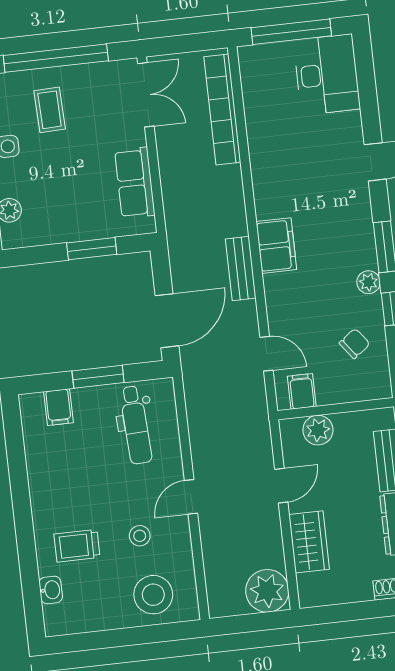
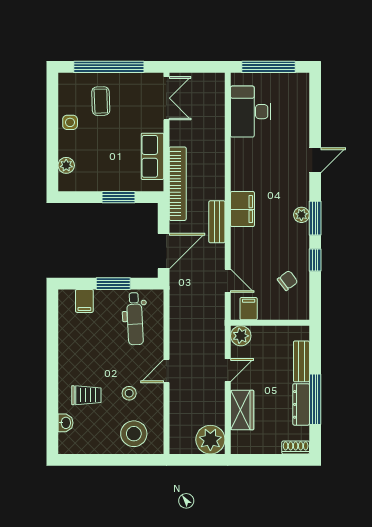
desk: (327, 75) -> (251, 112), moved, turned 180
bookcase: (222, 110) -> (178, 184), moved, turned 180
plant: (368, 282) -> (301, 215), moved
plant: (318, 430) -> (241, 336), moved
trolley: (77, 546) -> (86, 395), turned 180

